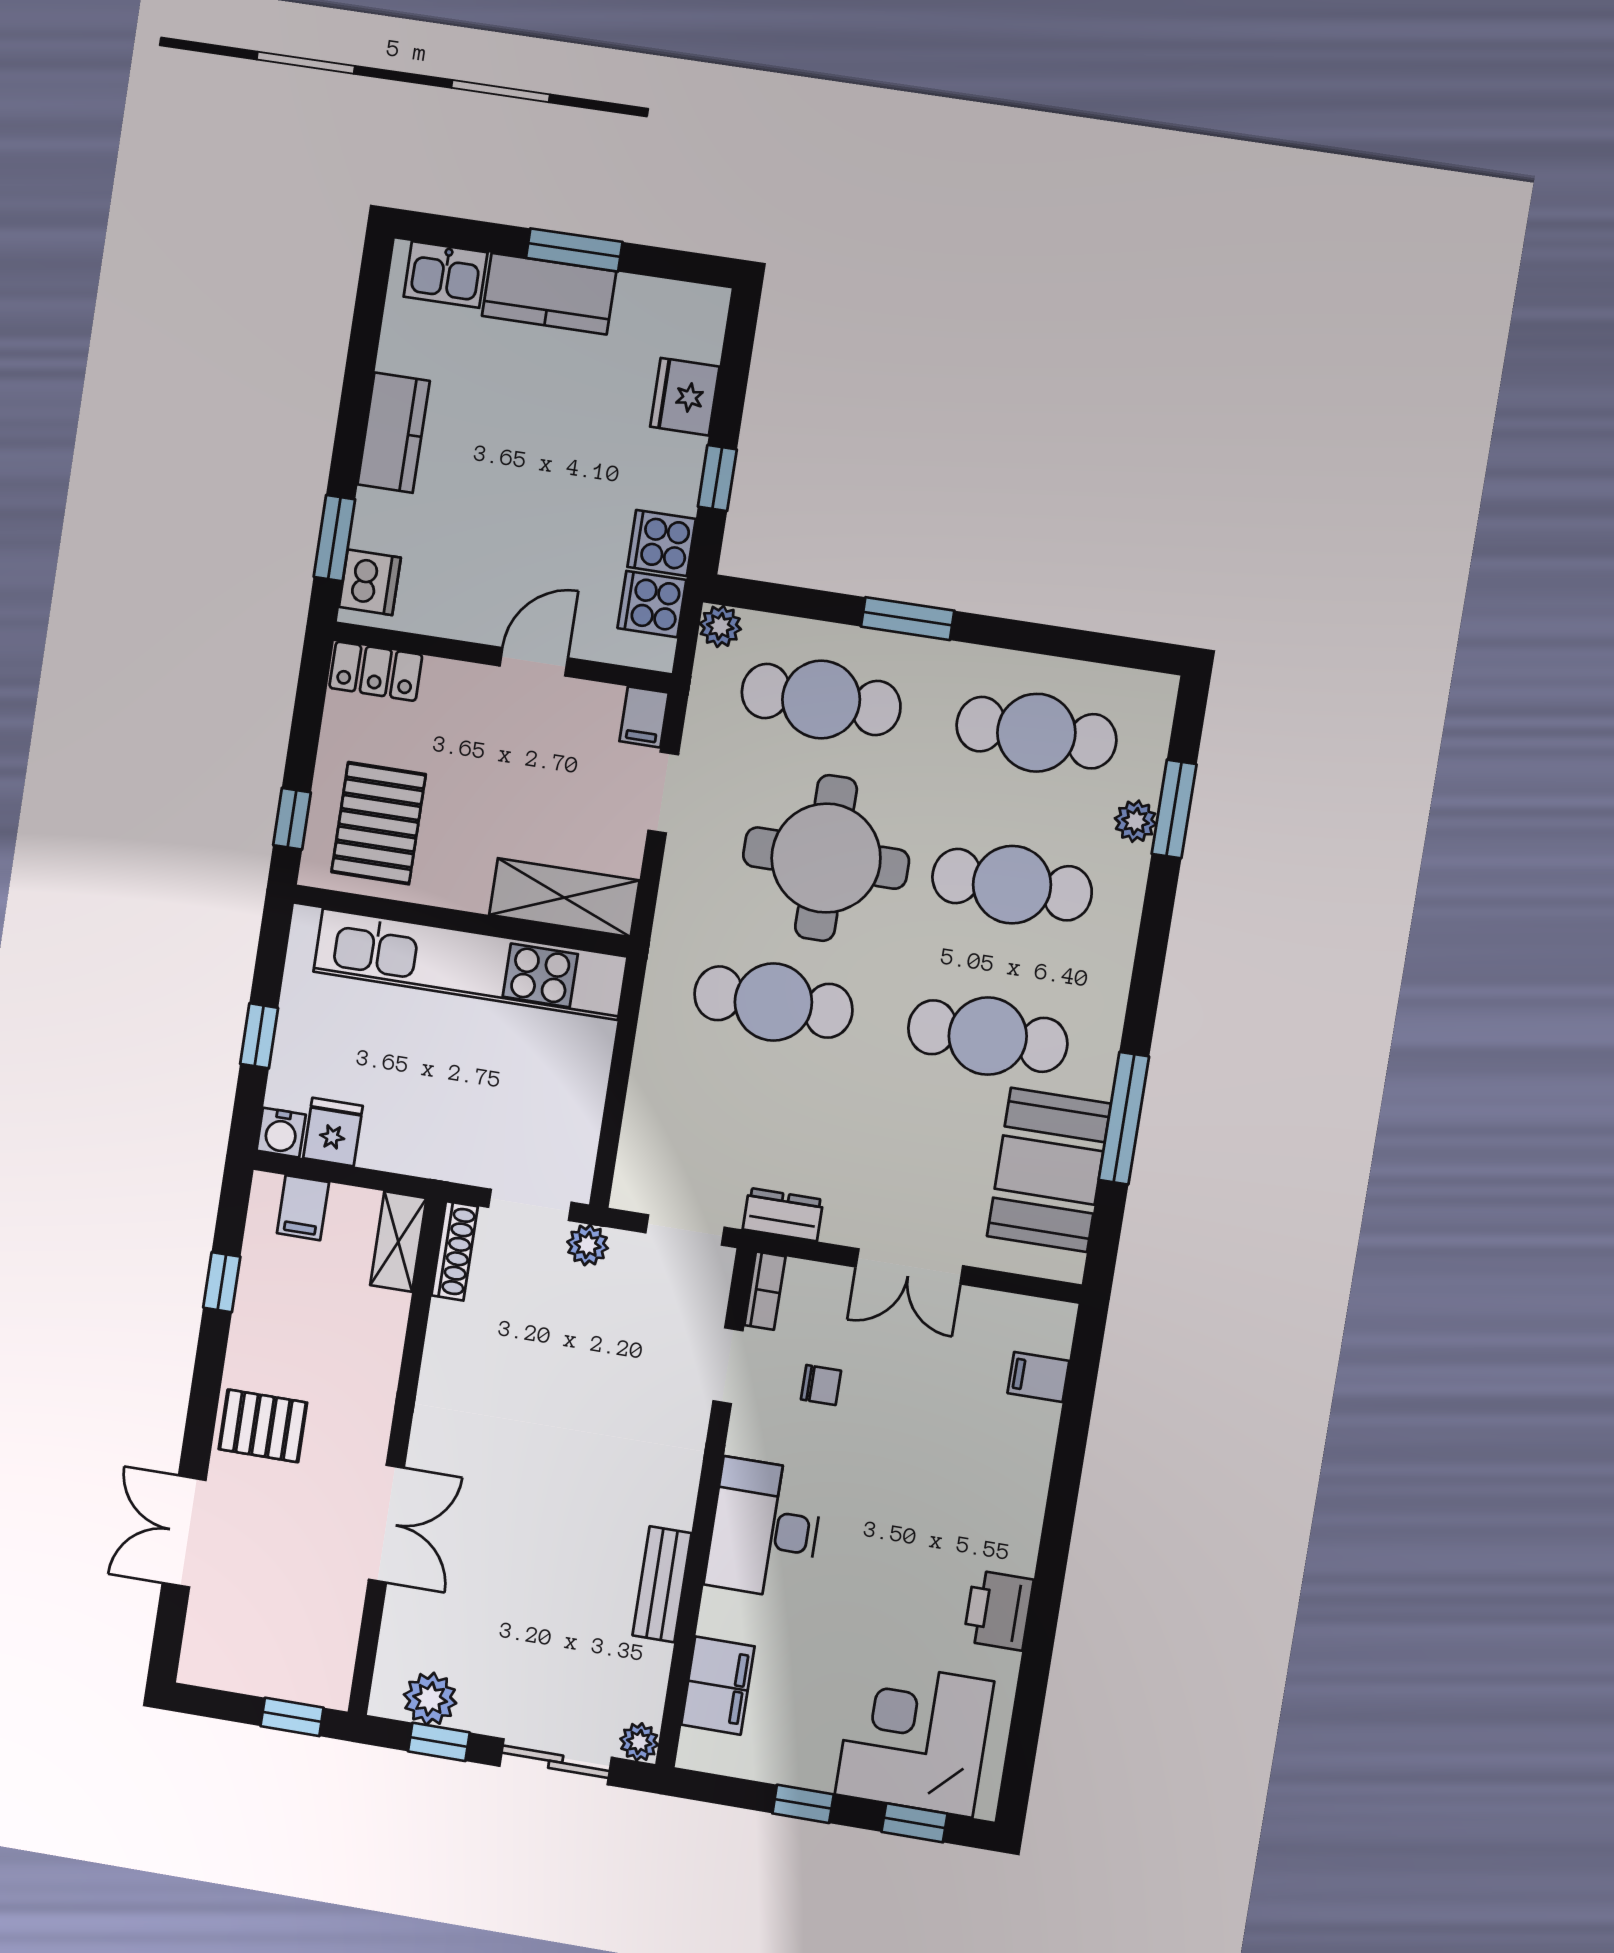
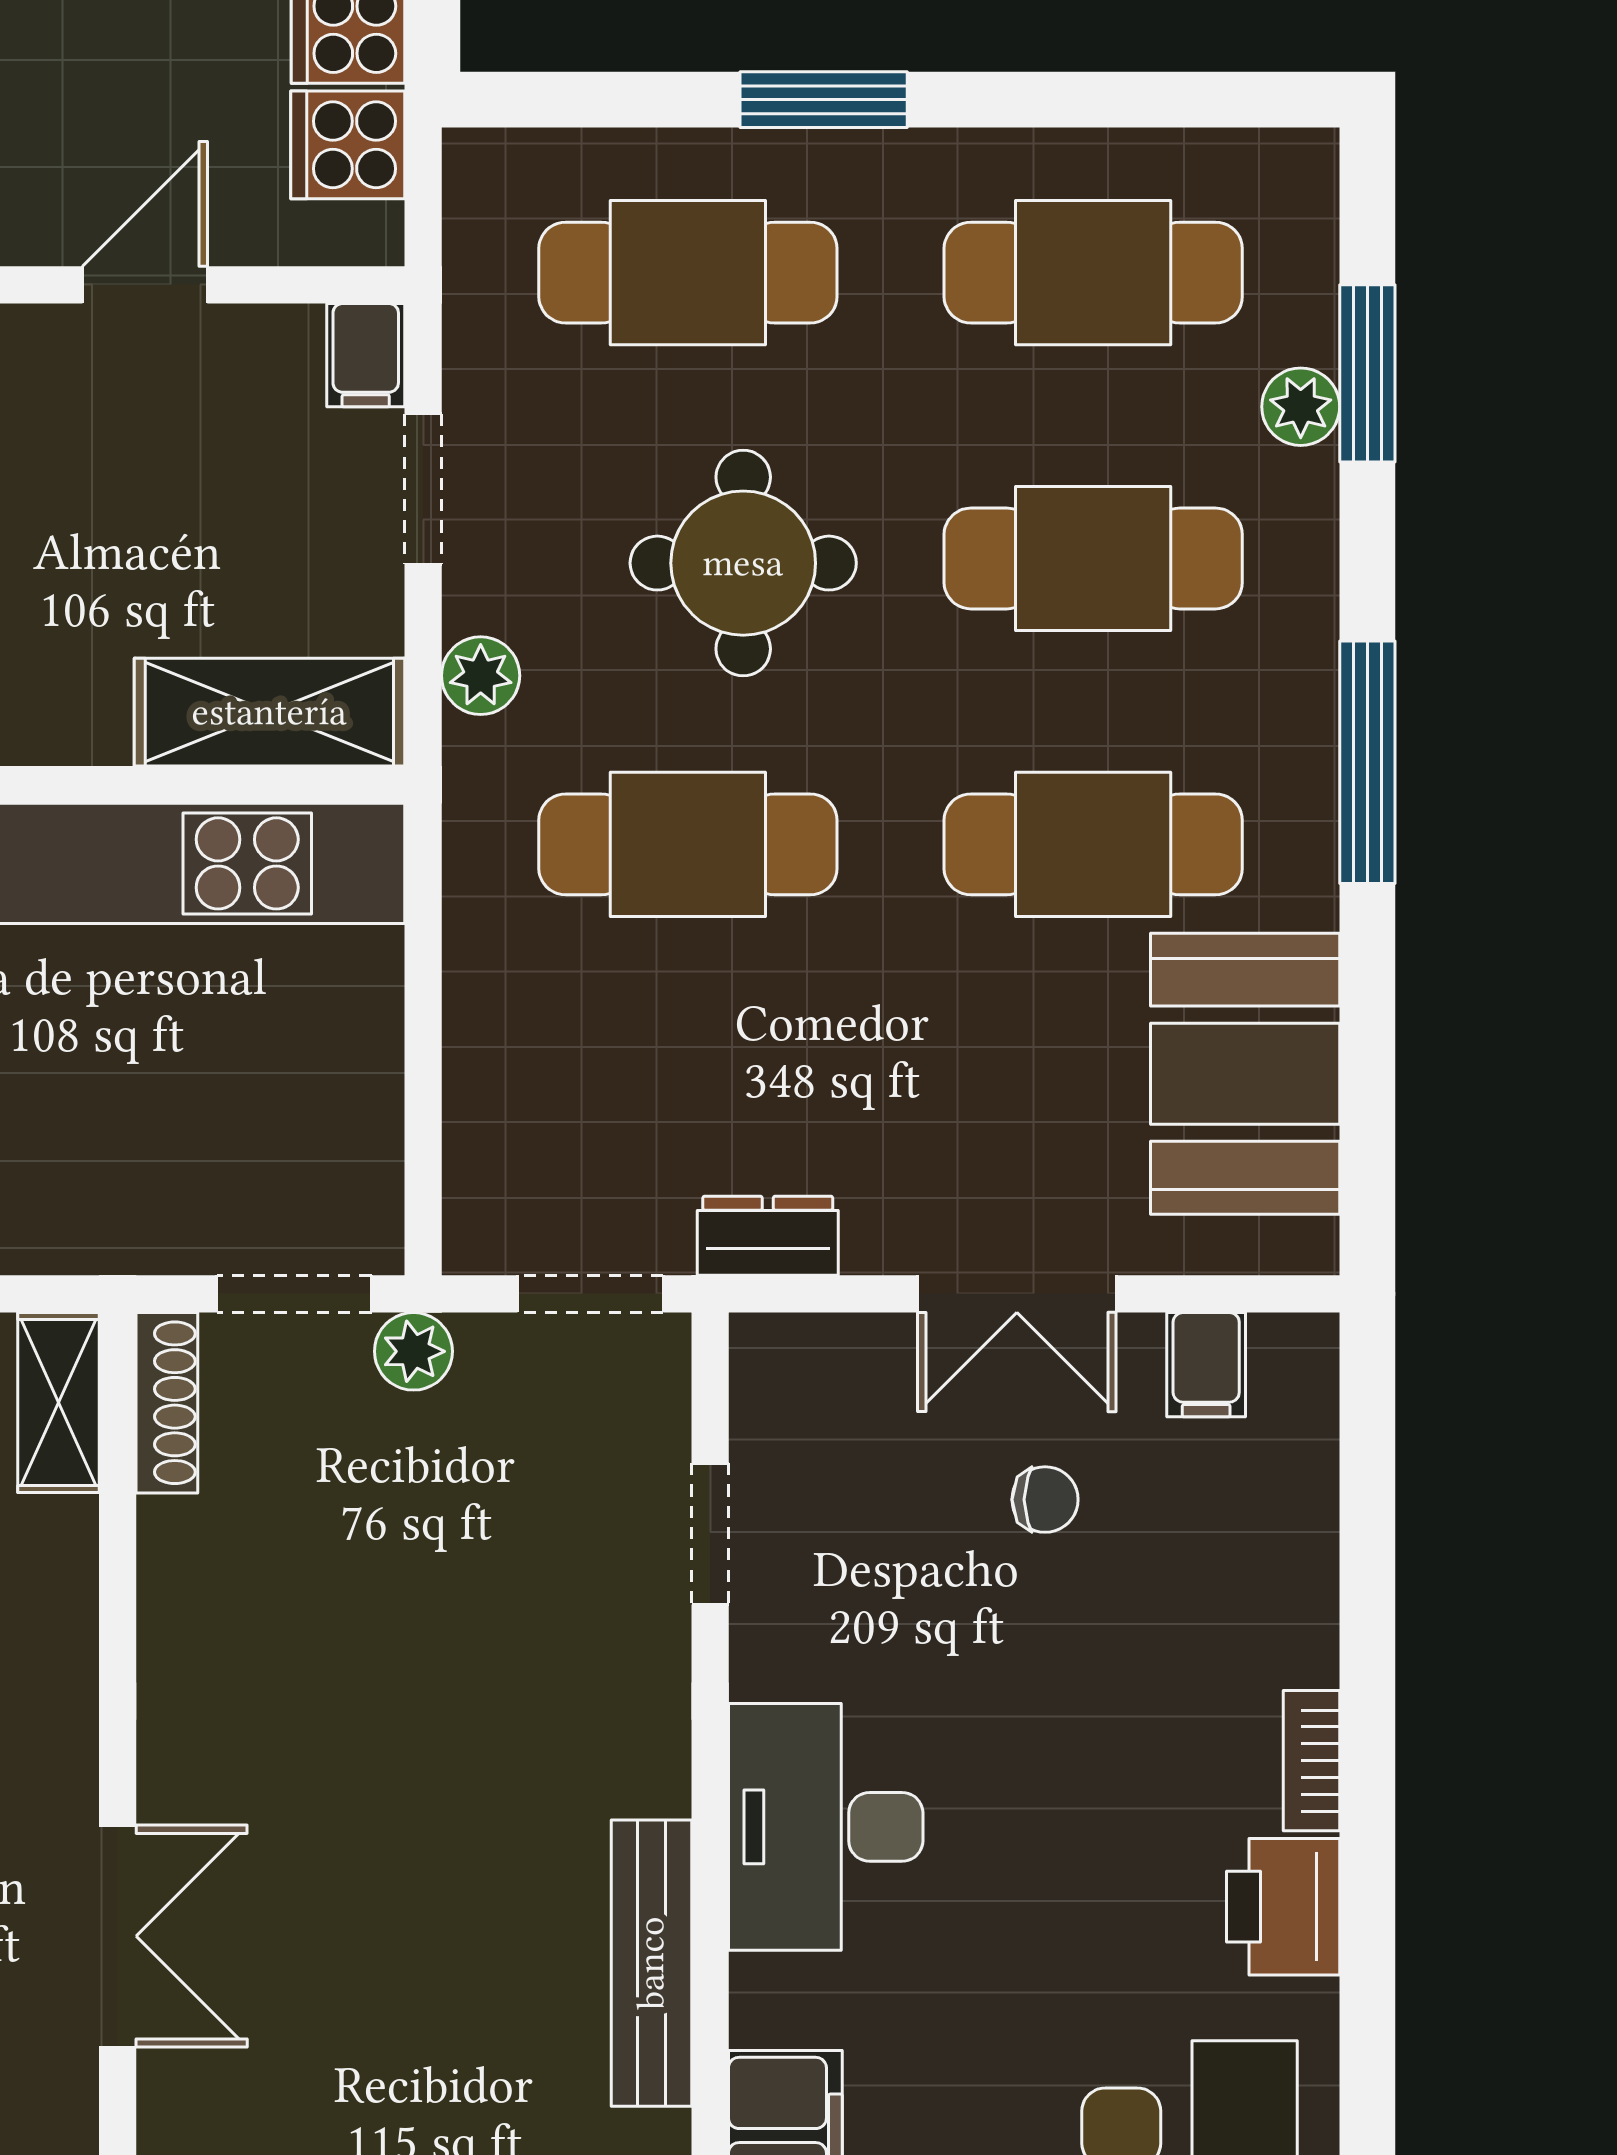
plant: (720, 626) -> (481, 676), moved
round table: (826, 858) -> (743, 563), width x0.73, depth x0.73
window: (1124, 1118) -> (1367, 762), moved
bookcase: (765, 1291) -> (1311, 1761), moved, turned 180
filing cabinet: (1038, 1377) -> (1206, 1365), moved, turned -90
chair: (821, 1385) -> (1045, 1500), moved
bench: (662, 1584) -> (651, 1963), width x1.36

